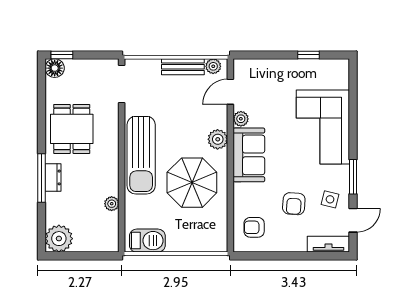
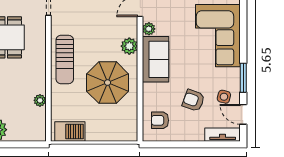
sun lounger: (141, 155) -> (65, 60), width x0.73, depth x0.75
armchair: (294, 204) -> (193, 100), turned 106
door: (353, 220) -> (243, 114), swing flipped

